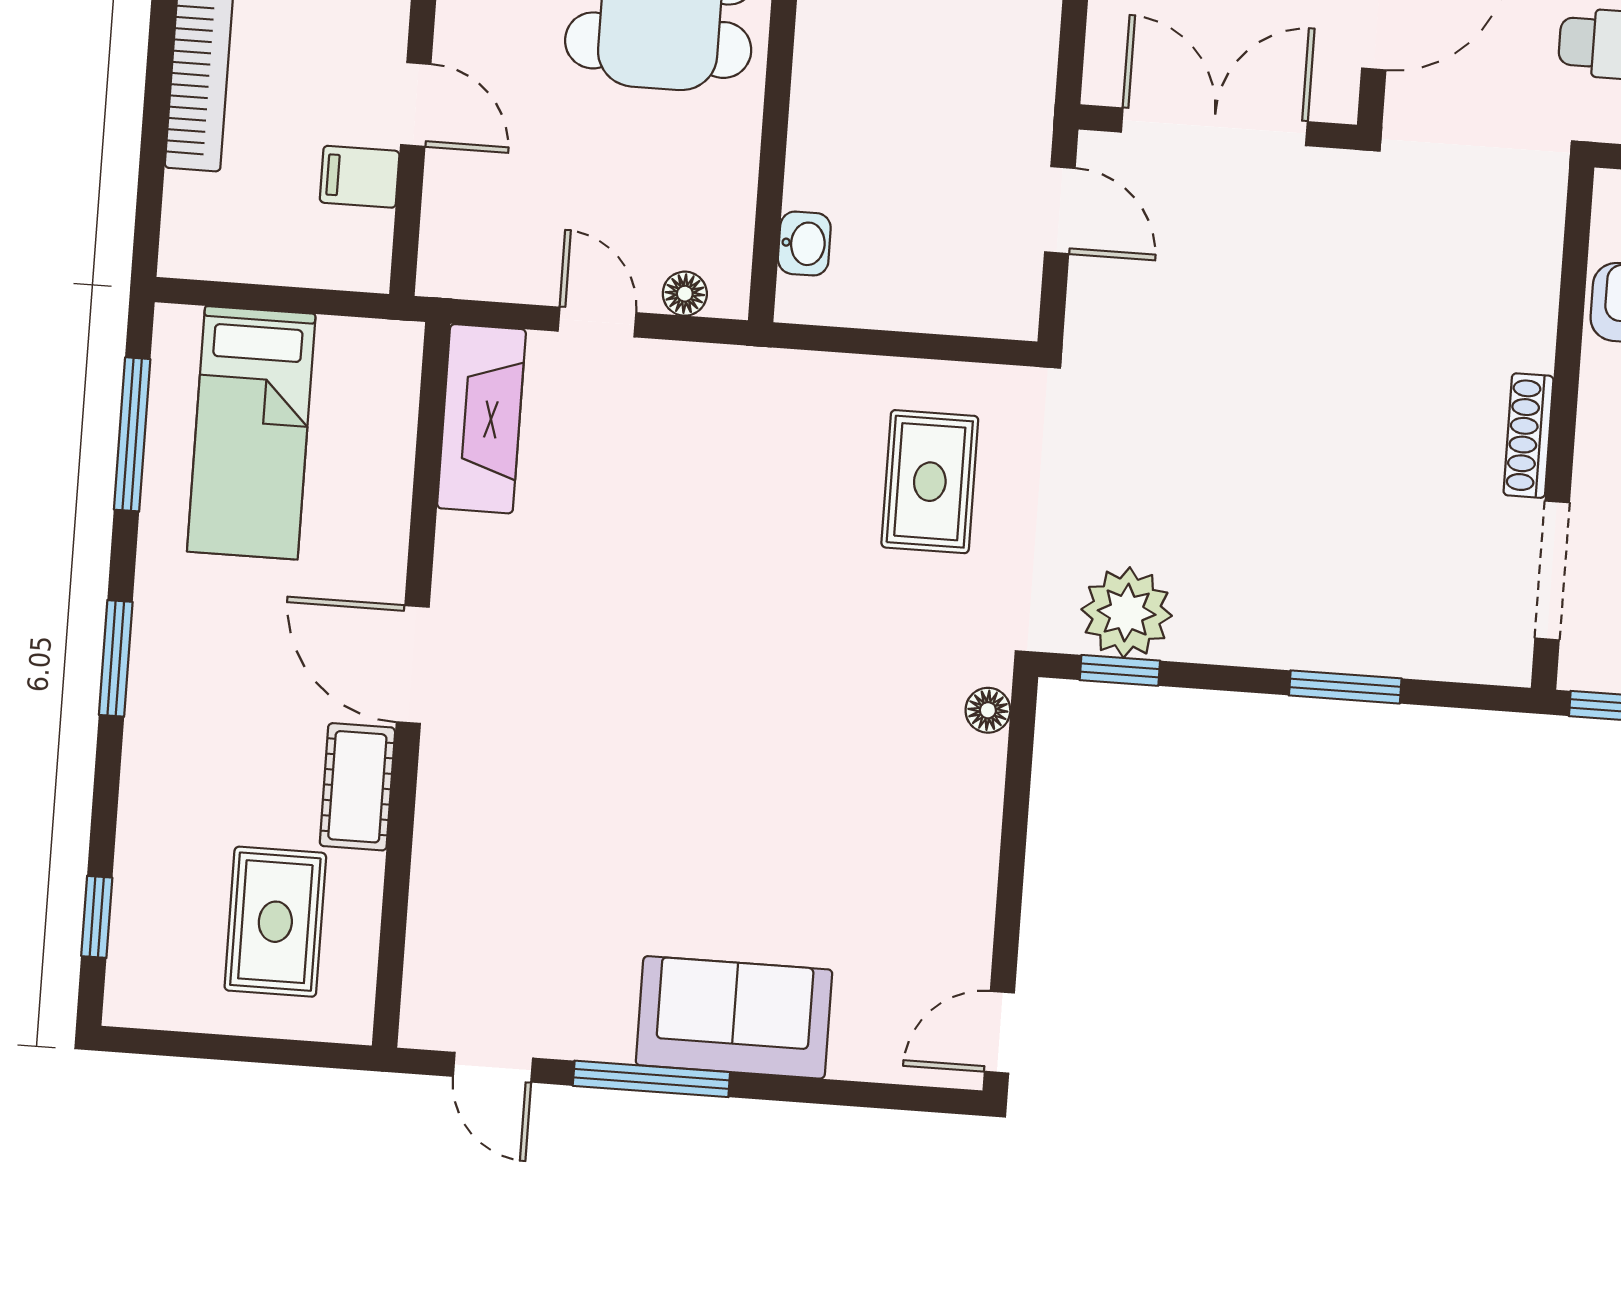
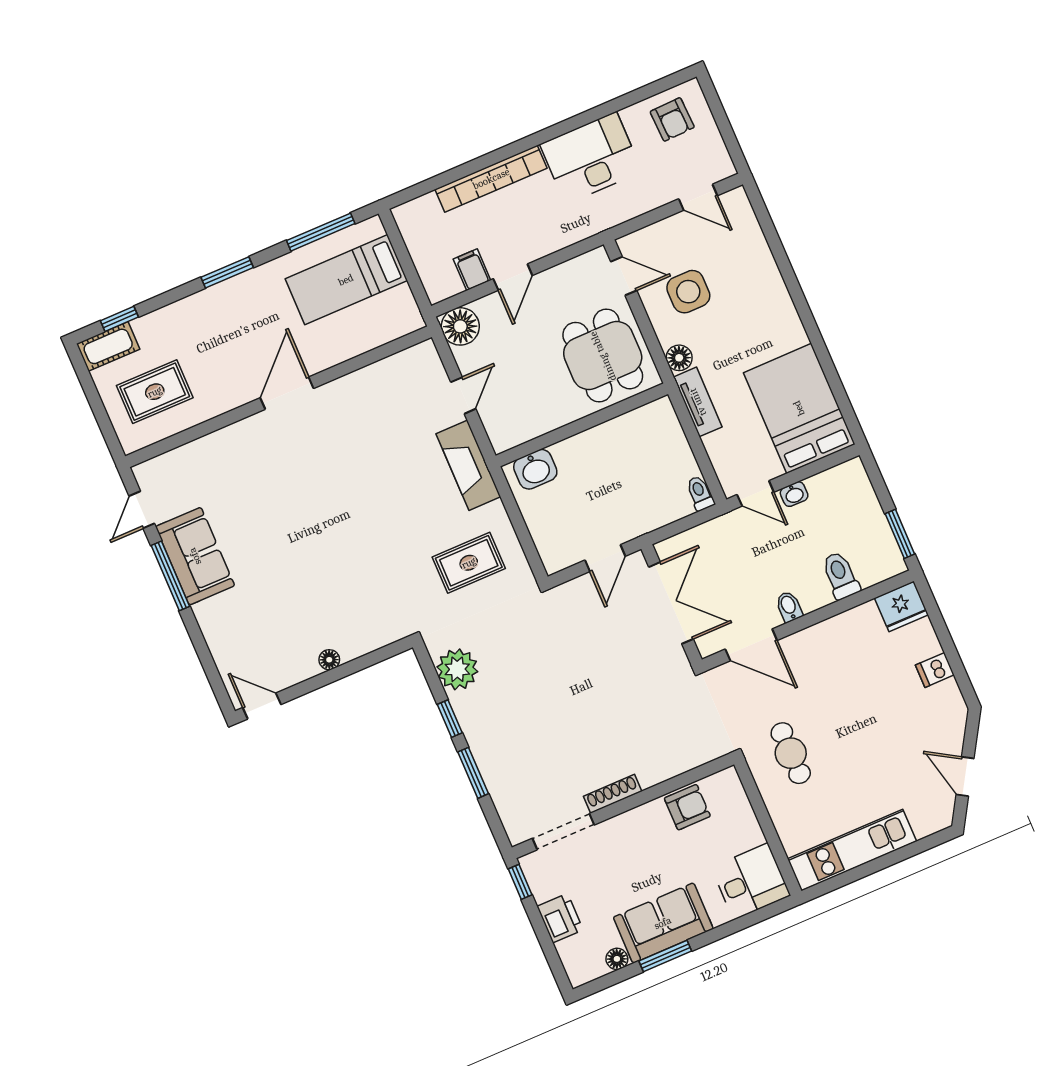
washbasin: (804, 244) -> (535, 469), width x1.38, depth x1.45
floor lamp: (685, 294) -> (460, 326), moved, width x1.89, depth x1.89
fireplace: (481, 419) -> (468, 465), moved, turned 90
window: (1120, 670) -> (450, 719), moved
floor lamp: (988, 710) -> (329, 660), moved
cot: (357, 787) -> (108, 346), moved
sofa: (734, 1017) -> (195, 556), moved

